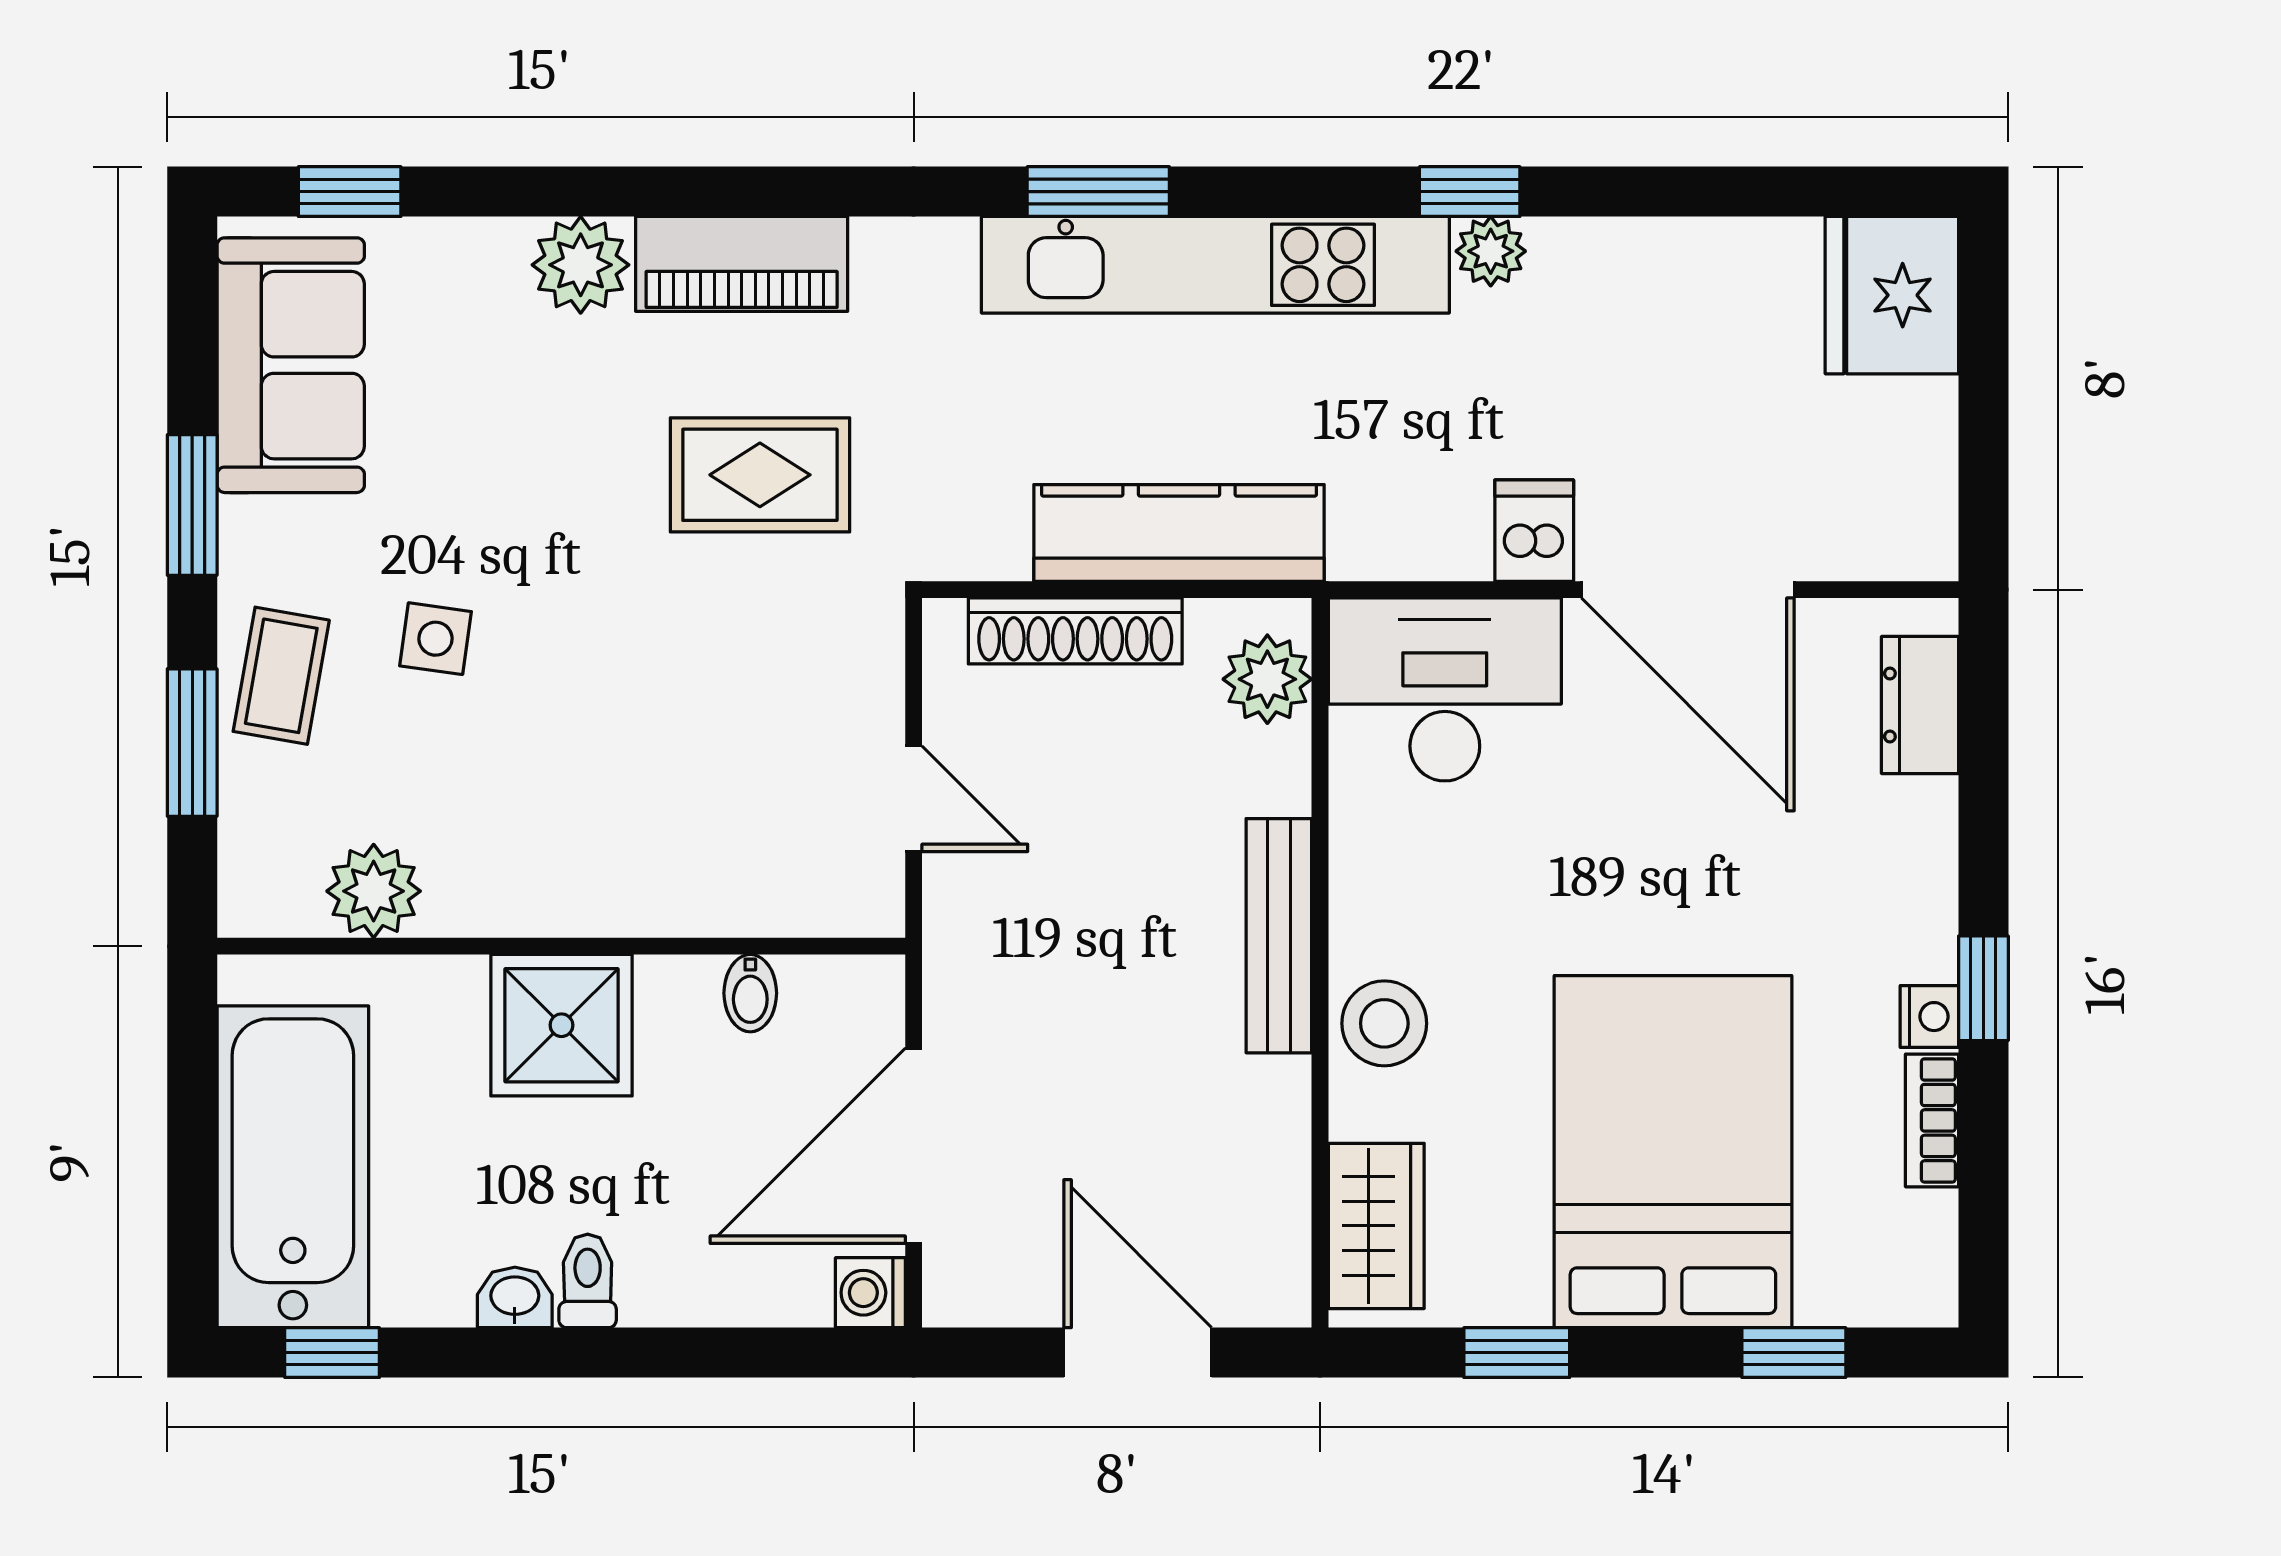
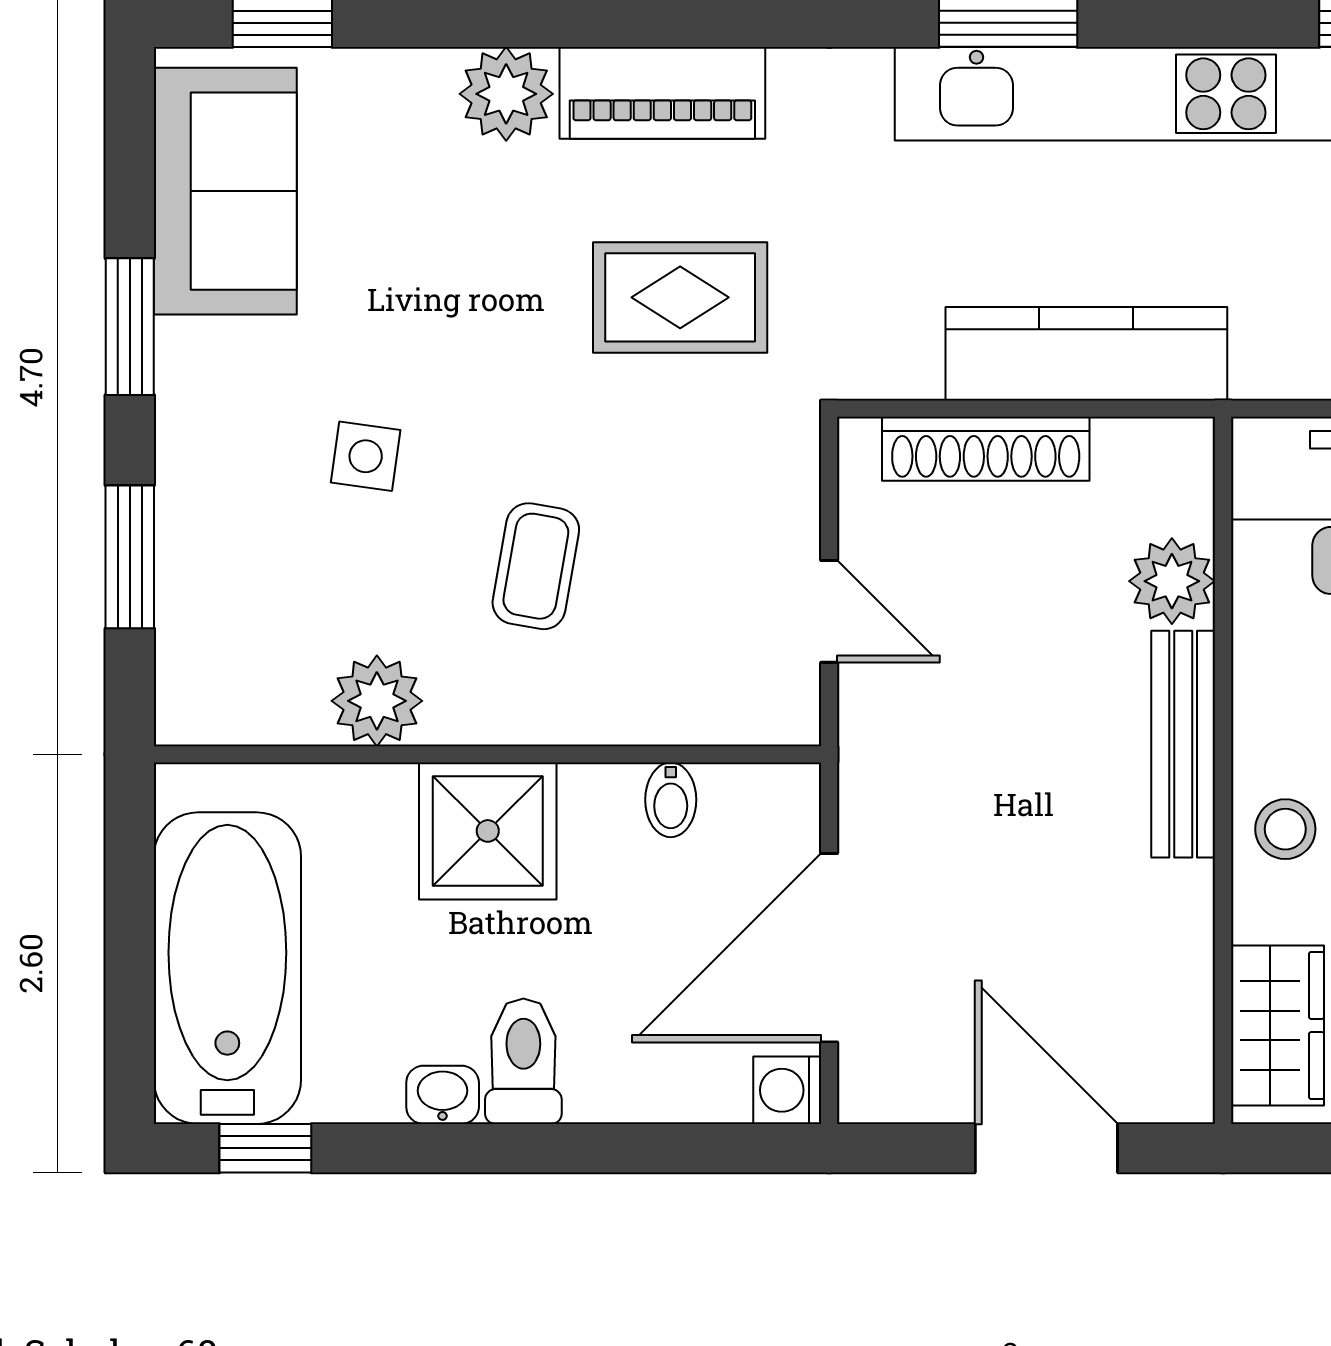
coffee table: (281, 676) -> (536, 566), moved
plant: (1267, 679) -> (1172, 581), moved
plant: (374, 891) -> (377, 701), moved
stool: (1384, 1023) -> (1285, 829), width x0.73, depth x0.73
toilet: (588, 1281) -> (523, 1061), width x1.37, depth x1.39

